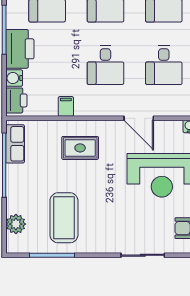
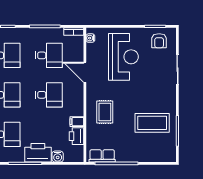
printer: (16, 100) -> (77, 136), moved, turned -90
door: (139, 118) -> (85, 72), swing flipped
plant: (16, 224) -> (156, 155), removed

